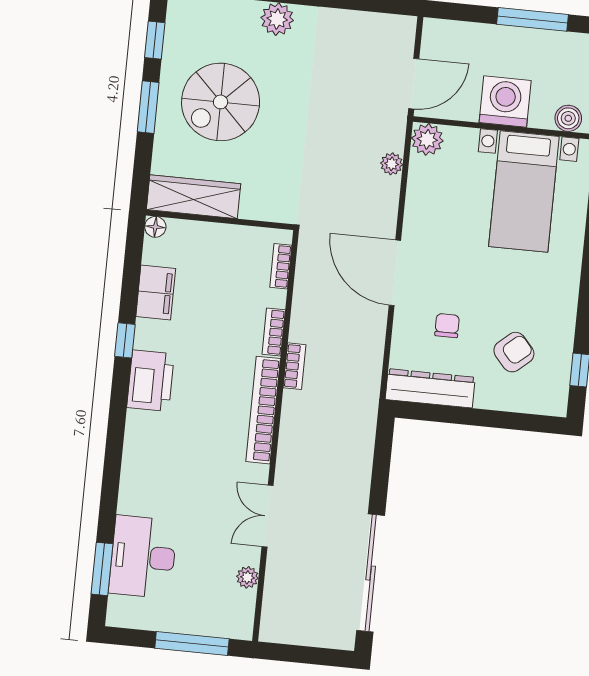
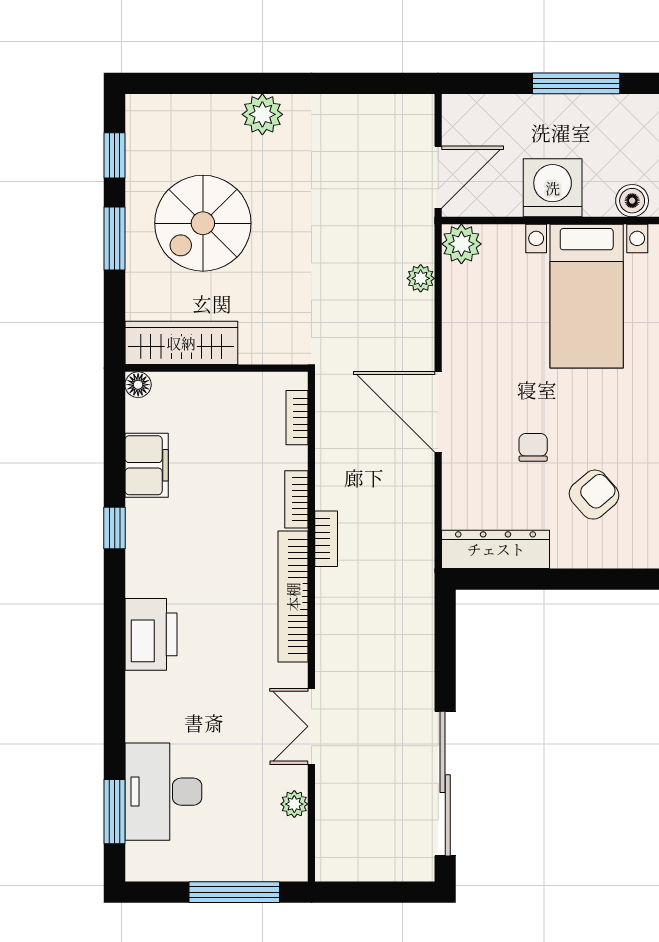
chair: (447, 326) -> (533, 447), moved
printer: (150, 381) -> (151, 634), moved

